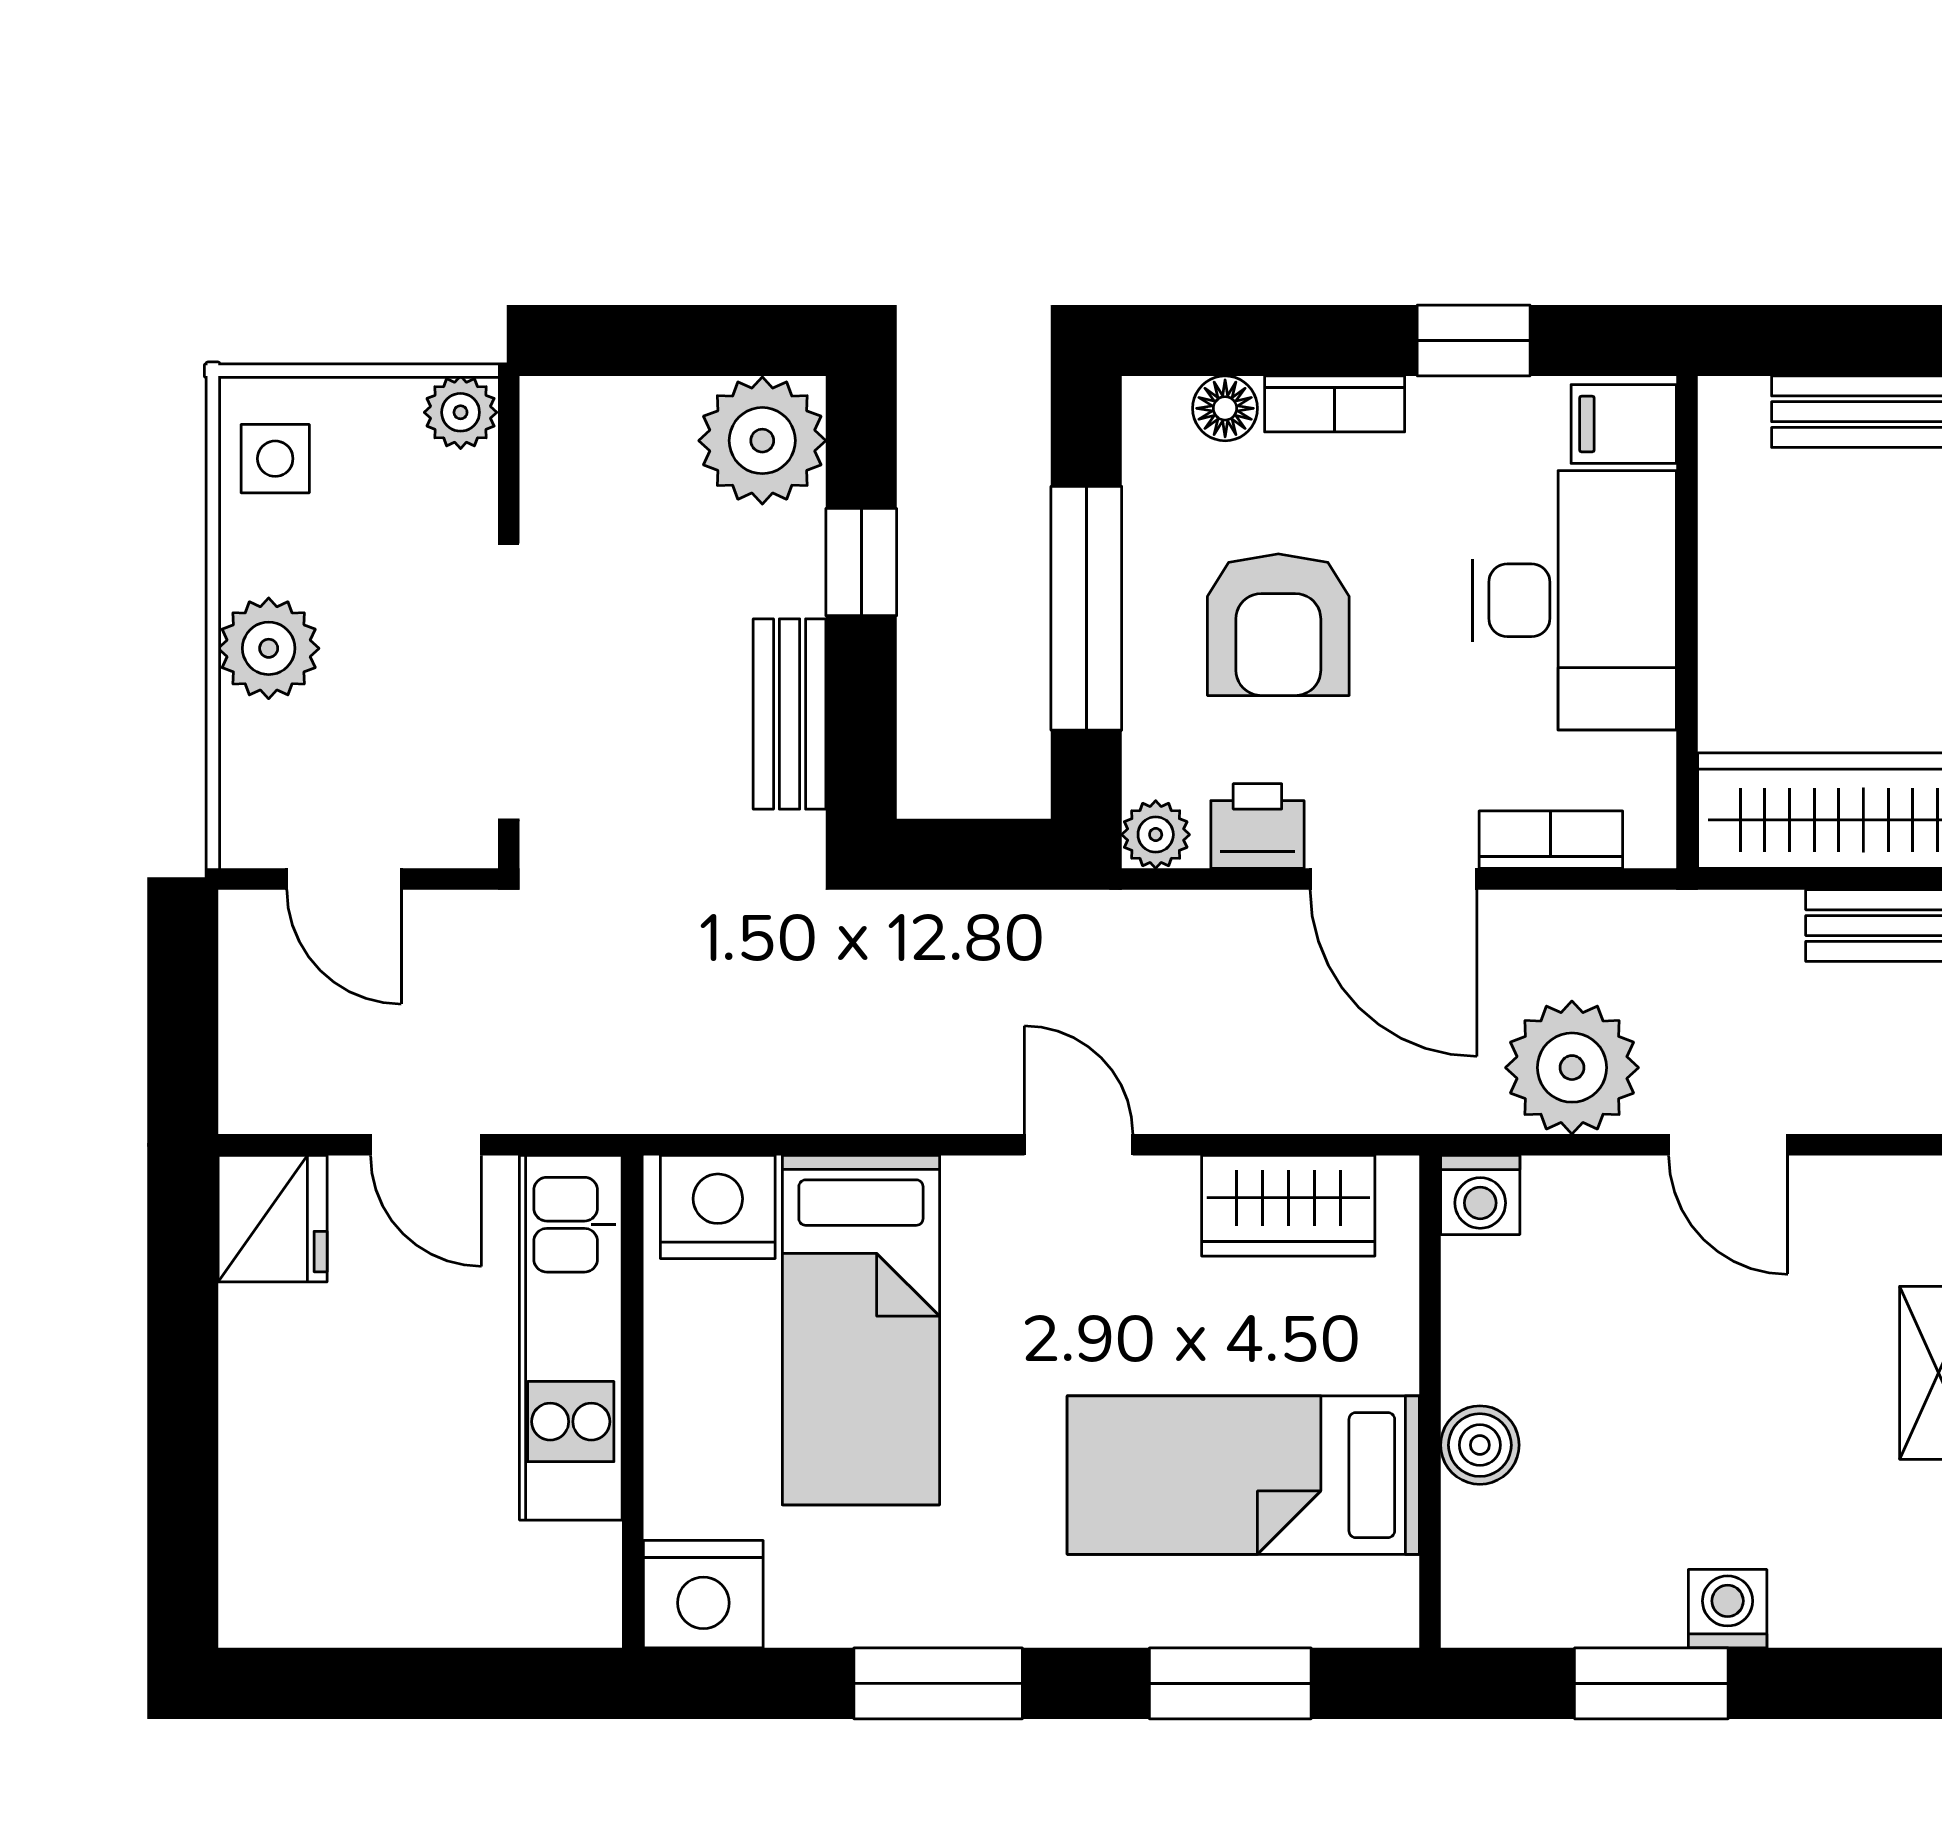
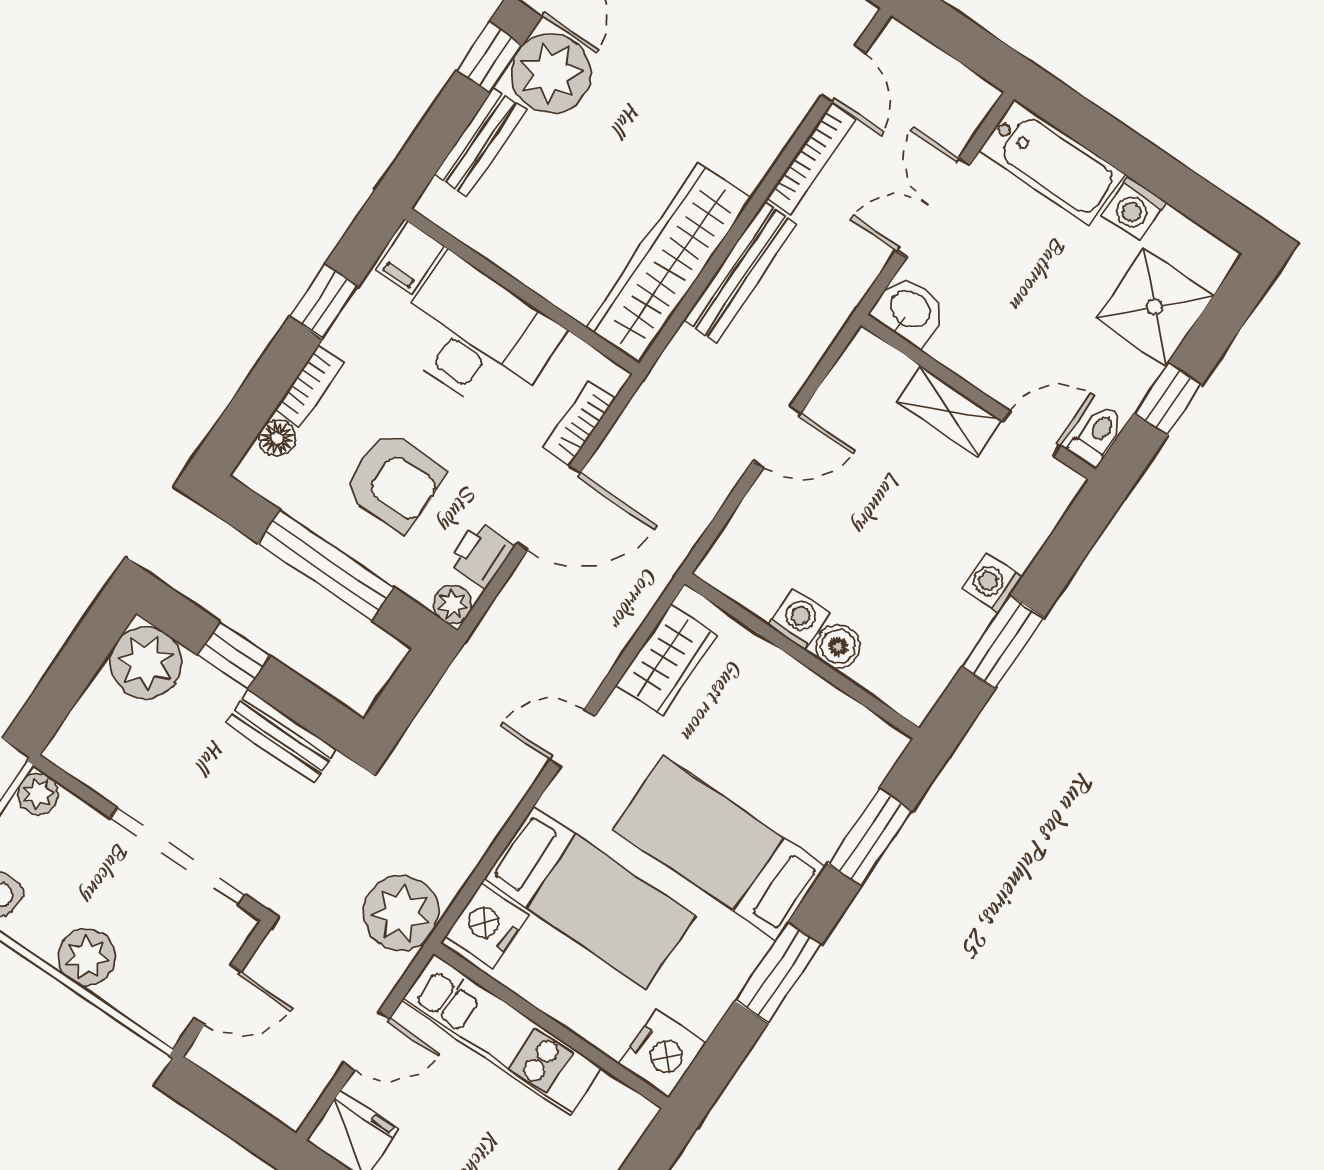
plant: (1572, 1068) -> (401, 913), moved
washing machine: (1480, 1195) -> (798, 619), moved, turned -90
bed: (1243, 1475) -> (720, 848), moved, turned 90

